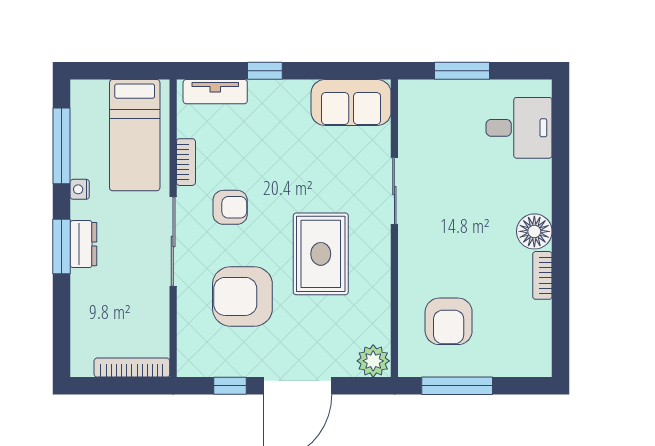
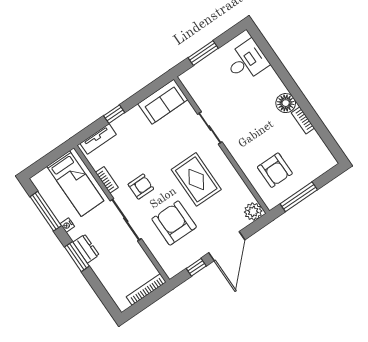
armchair: (242, 296) -> (174, 223), turned 90

